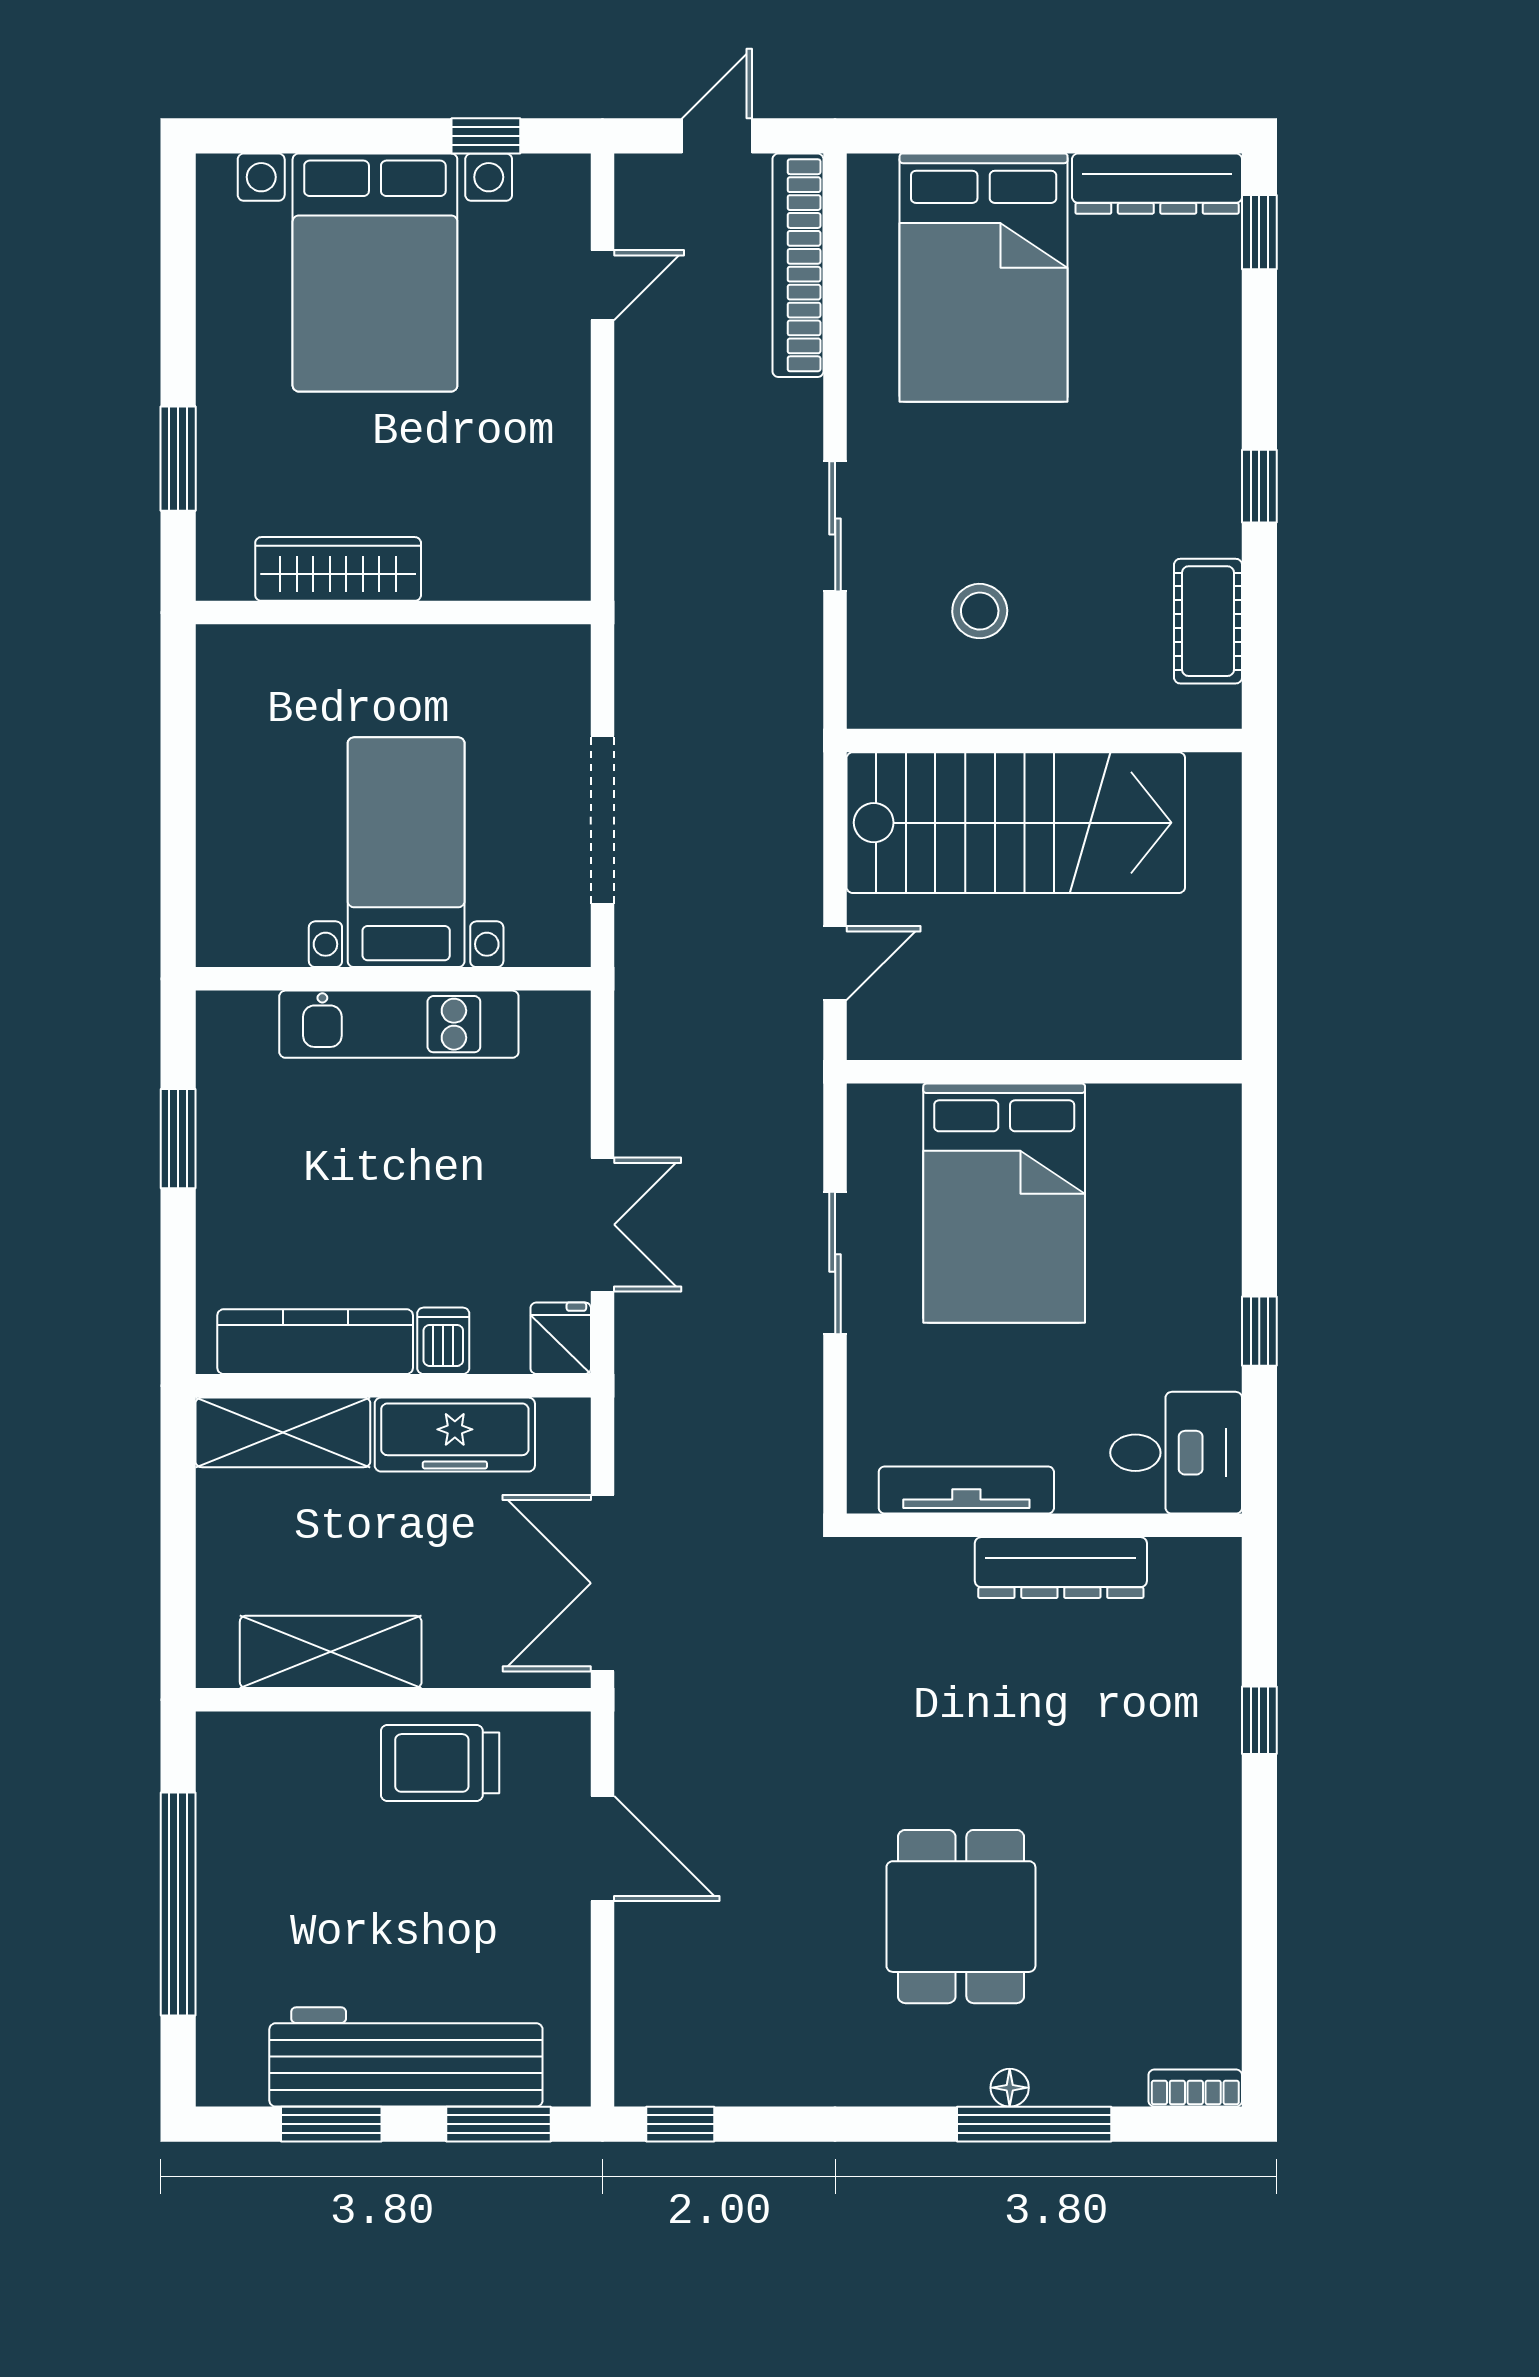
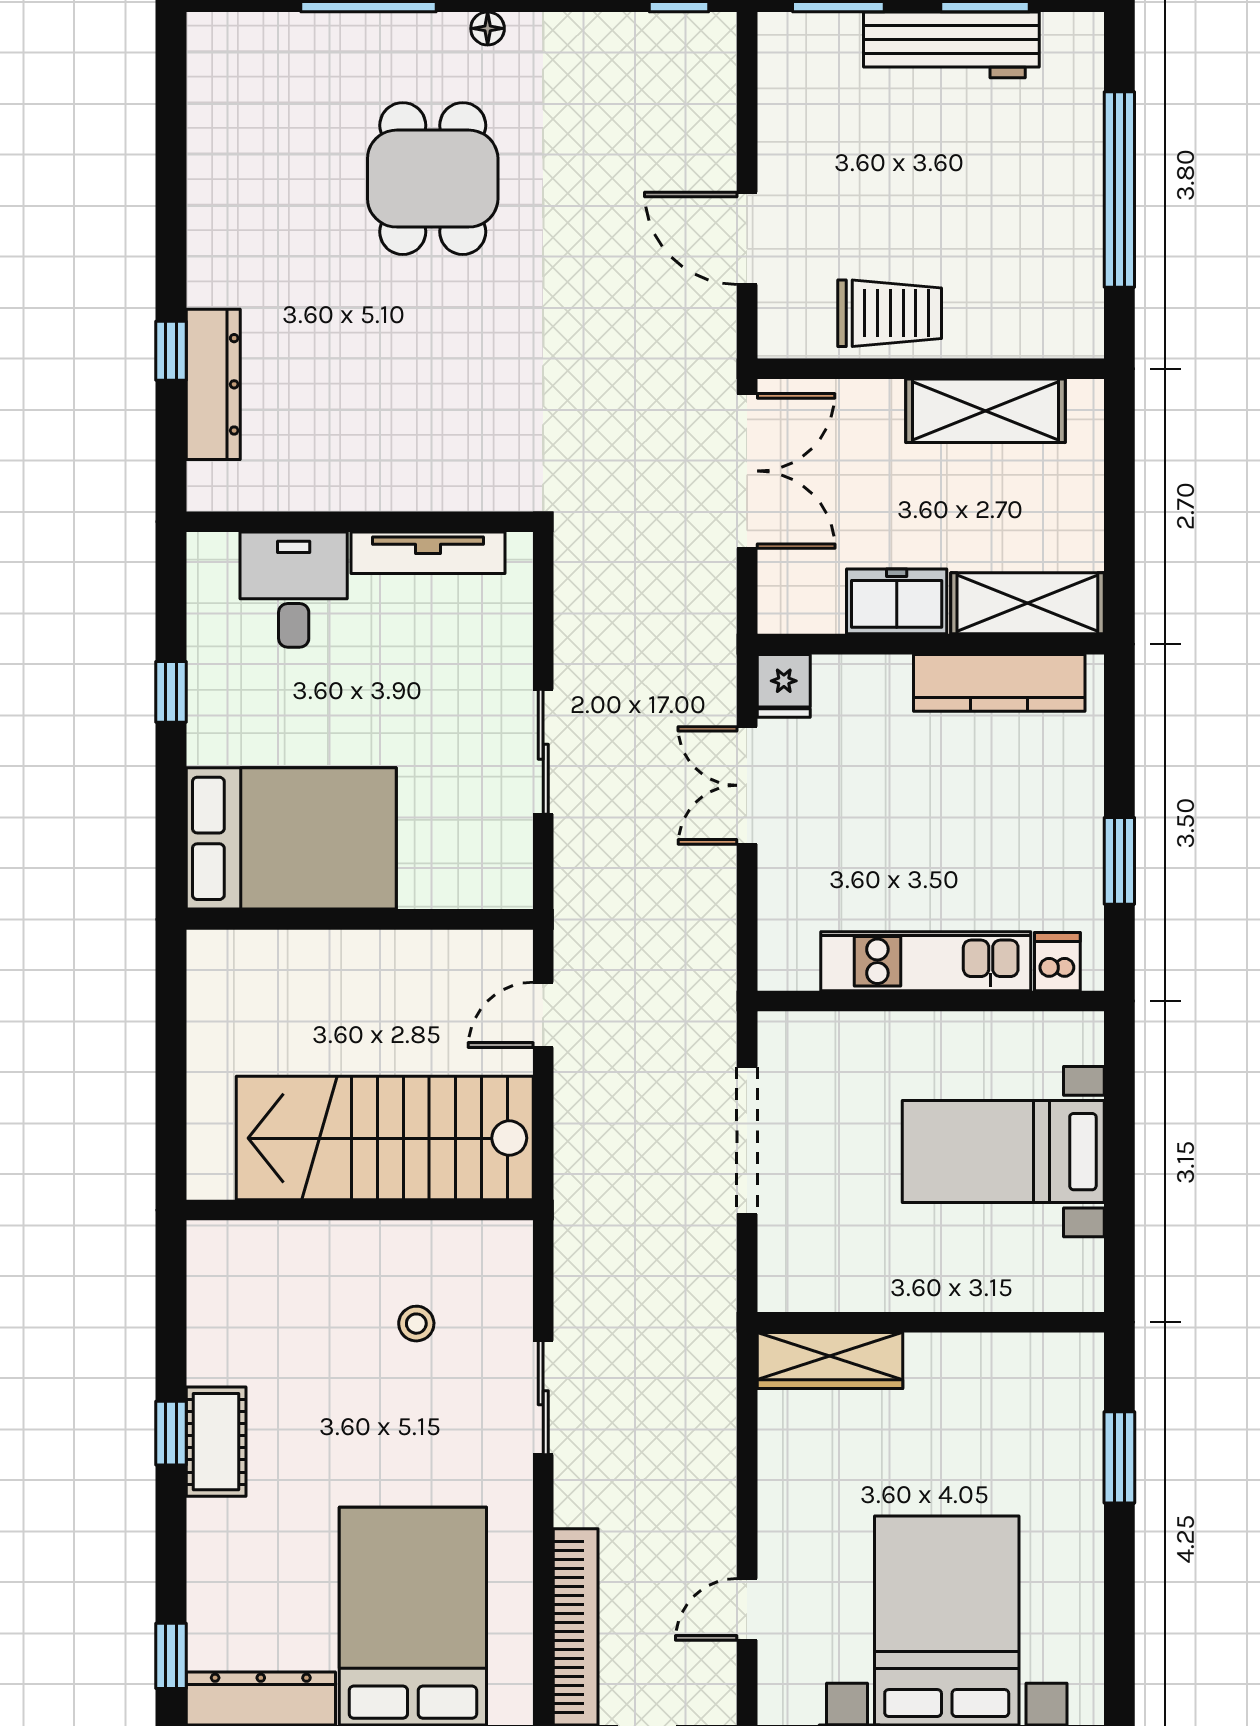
wardrobe: (338, 569) -> (830, 1360), moved
stool: (980, 611) -> (416, 1324), width x0.73, depth x0.73
cot: (1208, 621) -> (216, 1442), moved
bed with nightstands: (406, 852) -> (1003, 1152), moved, turned 90
bed: (1004, 1203) -> (291, 838), moved, turned 90
dishwasher: (443, 1341) -> (1057, 962), moved, turned 180
freezer: (455, 1435) -> (897, 601), width x0.71
desk: (1176, 1453) -> (294, 590), moved, turned 90
dresser: (1061, 1568) -> (213, 384), moved, turned 90
workbench: (406, 2057) -> (951, 45), width x0.73, depth x0.76
floor lamp: (1010, 2088) -> (488, 28), moved
bookcase: (1195, 2088) -> (227, 28), removed

